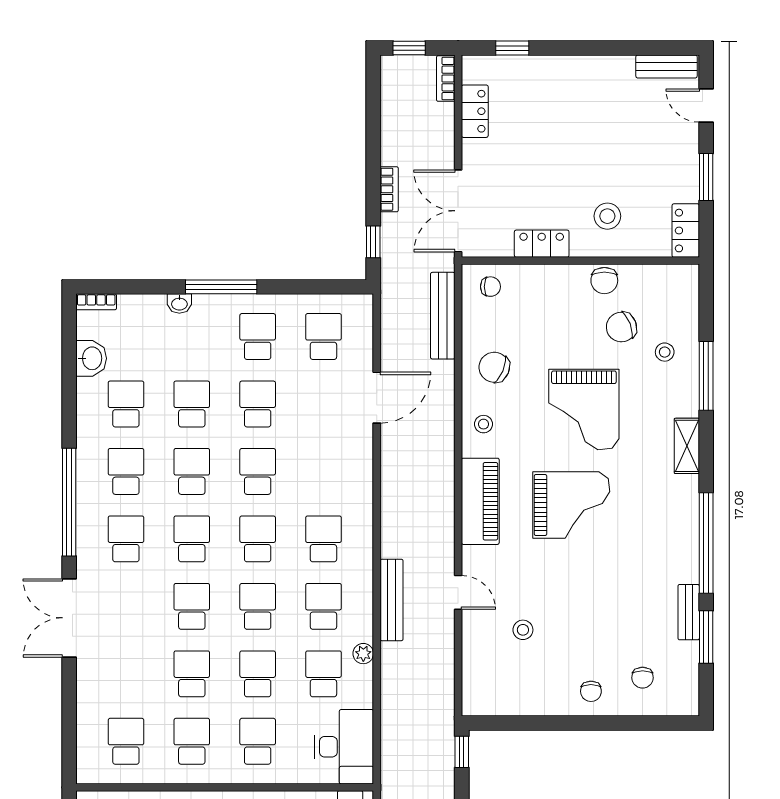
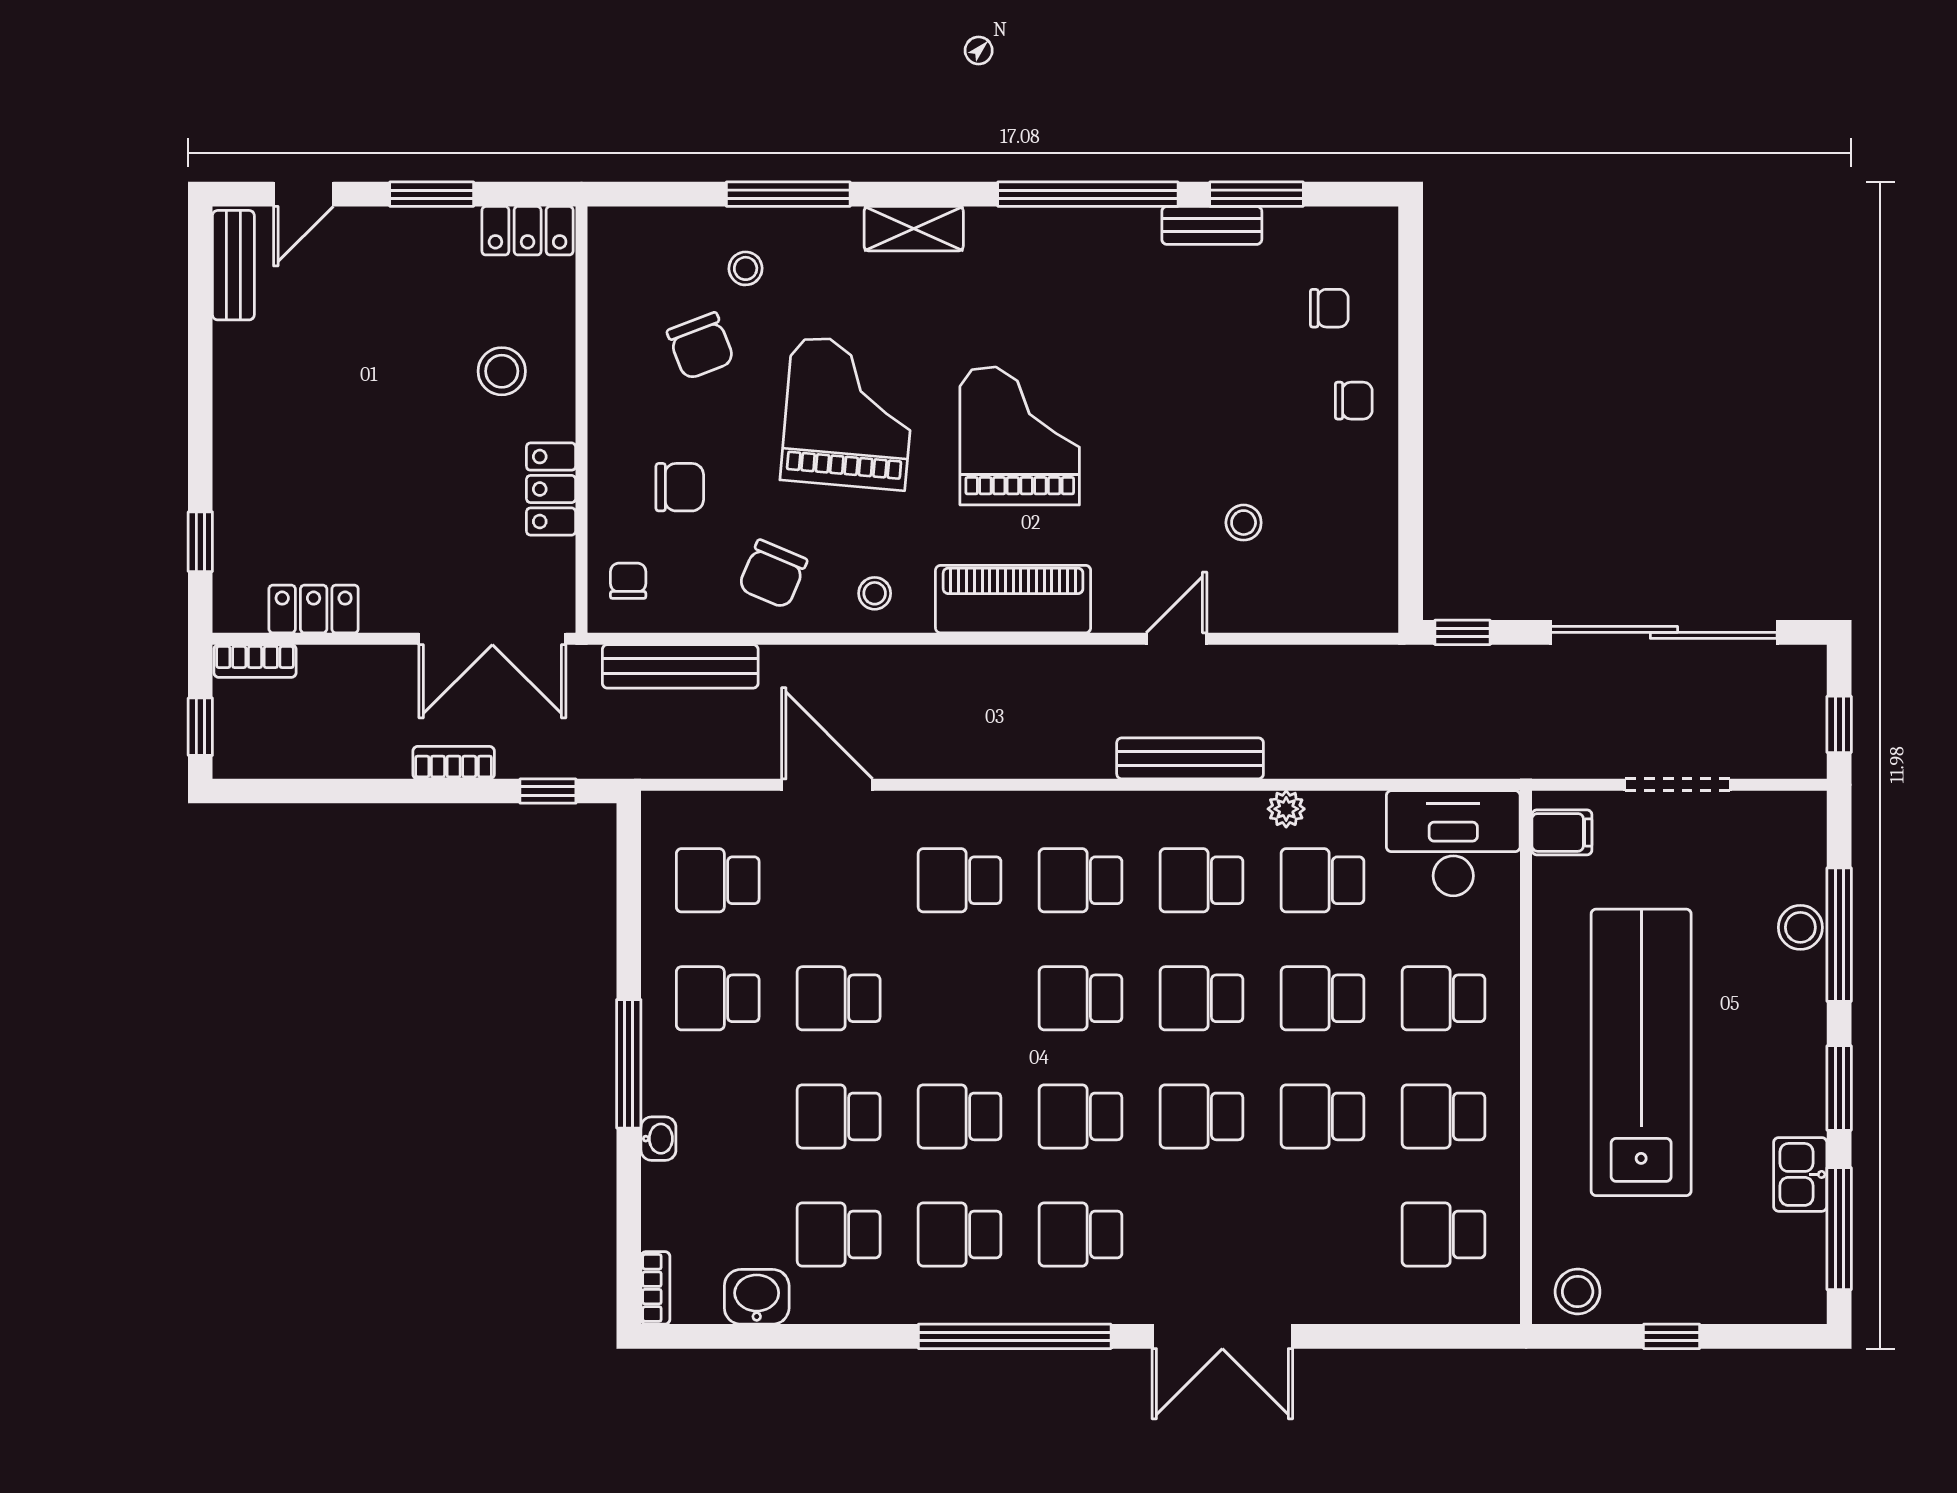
chair: (604, 281) -> (680, 487), moved
grand piano: (584, 410) -> (849, 413), turned -85
school desk: (258, 471) -> (960, 880), moved

